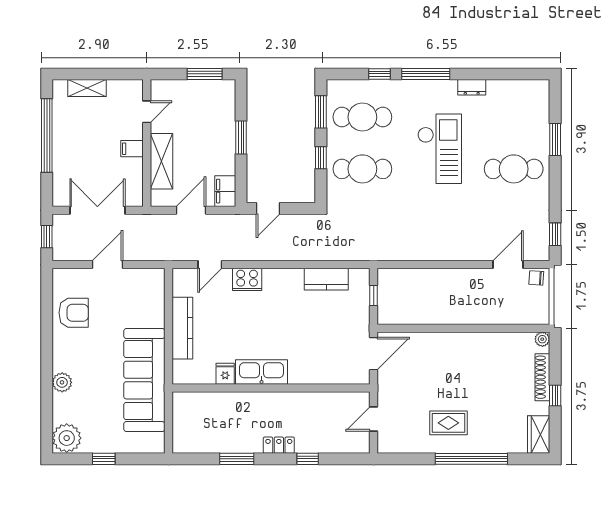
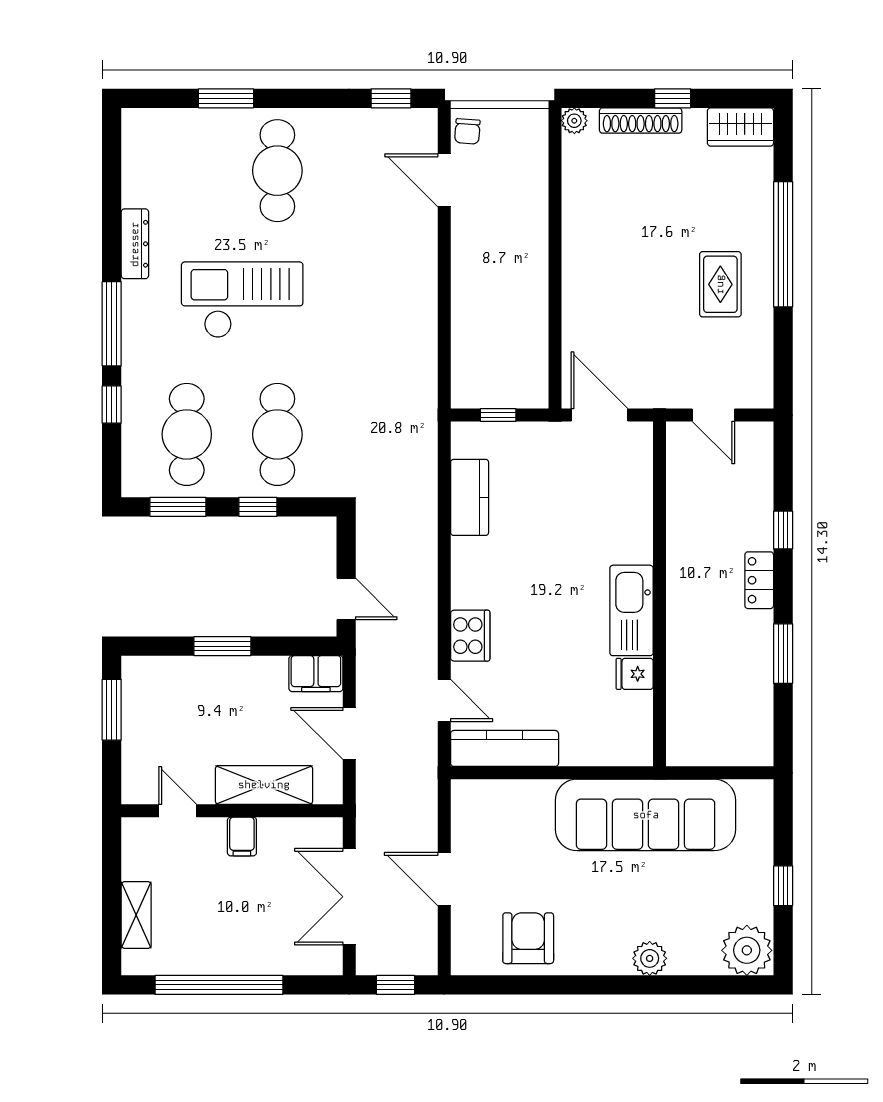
dresser: (472, 87) -> (135, 244), width x1.44
kitchen counter: (182, 328) -> (505, 748), moved

